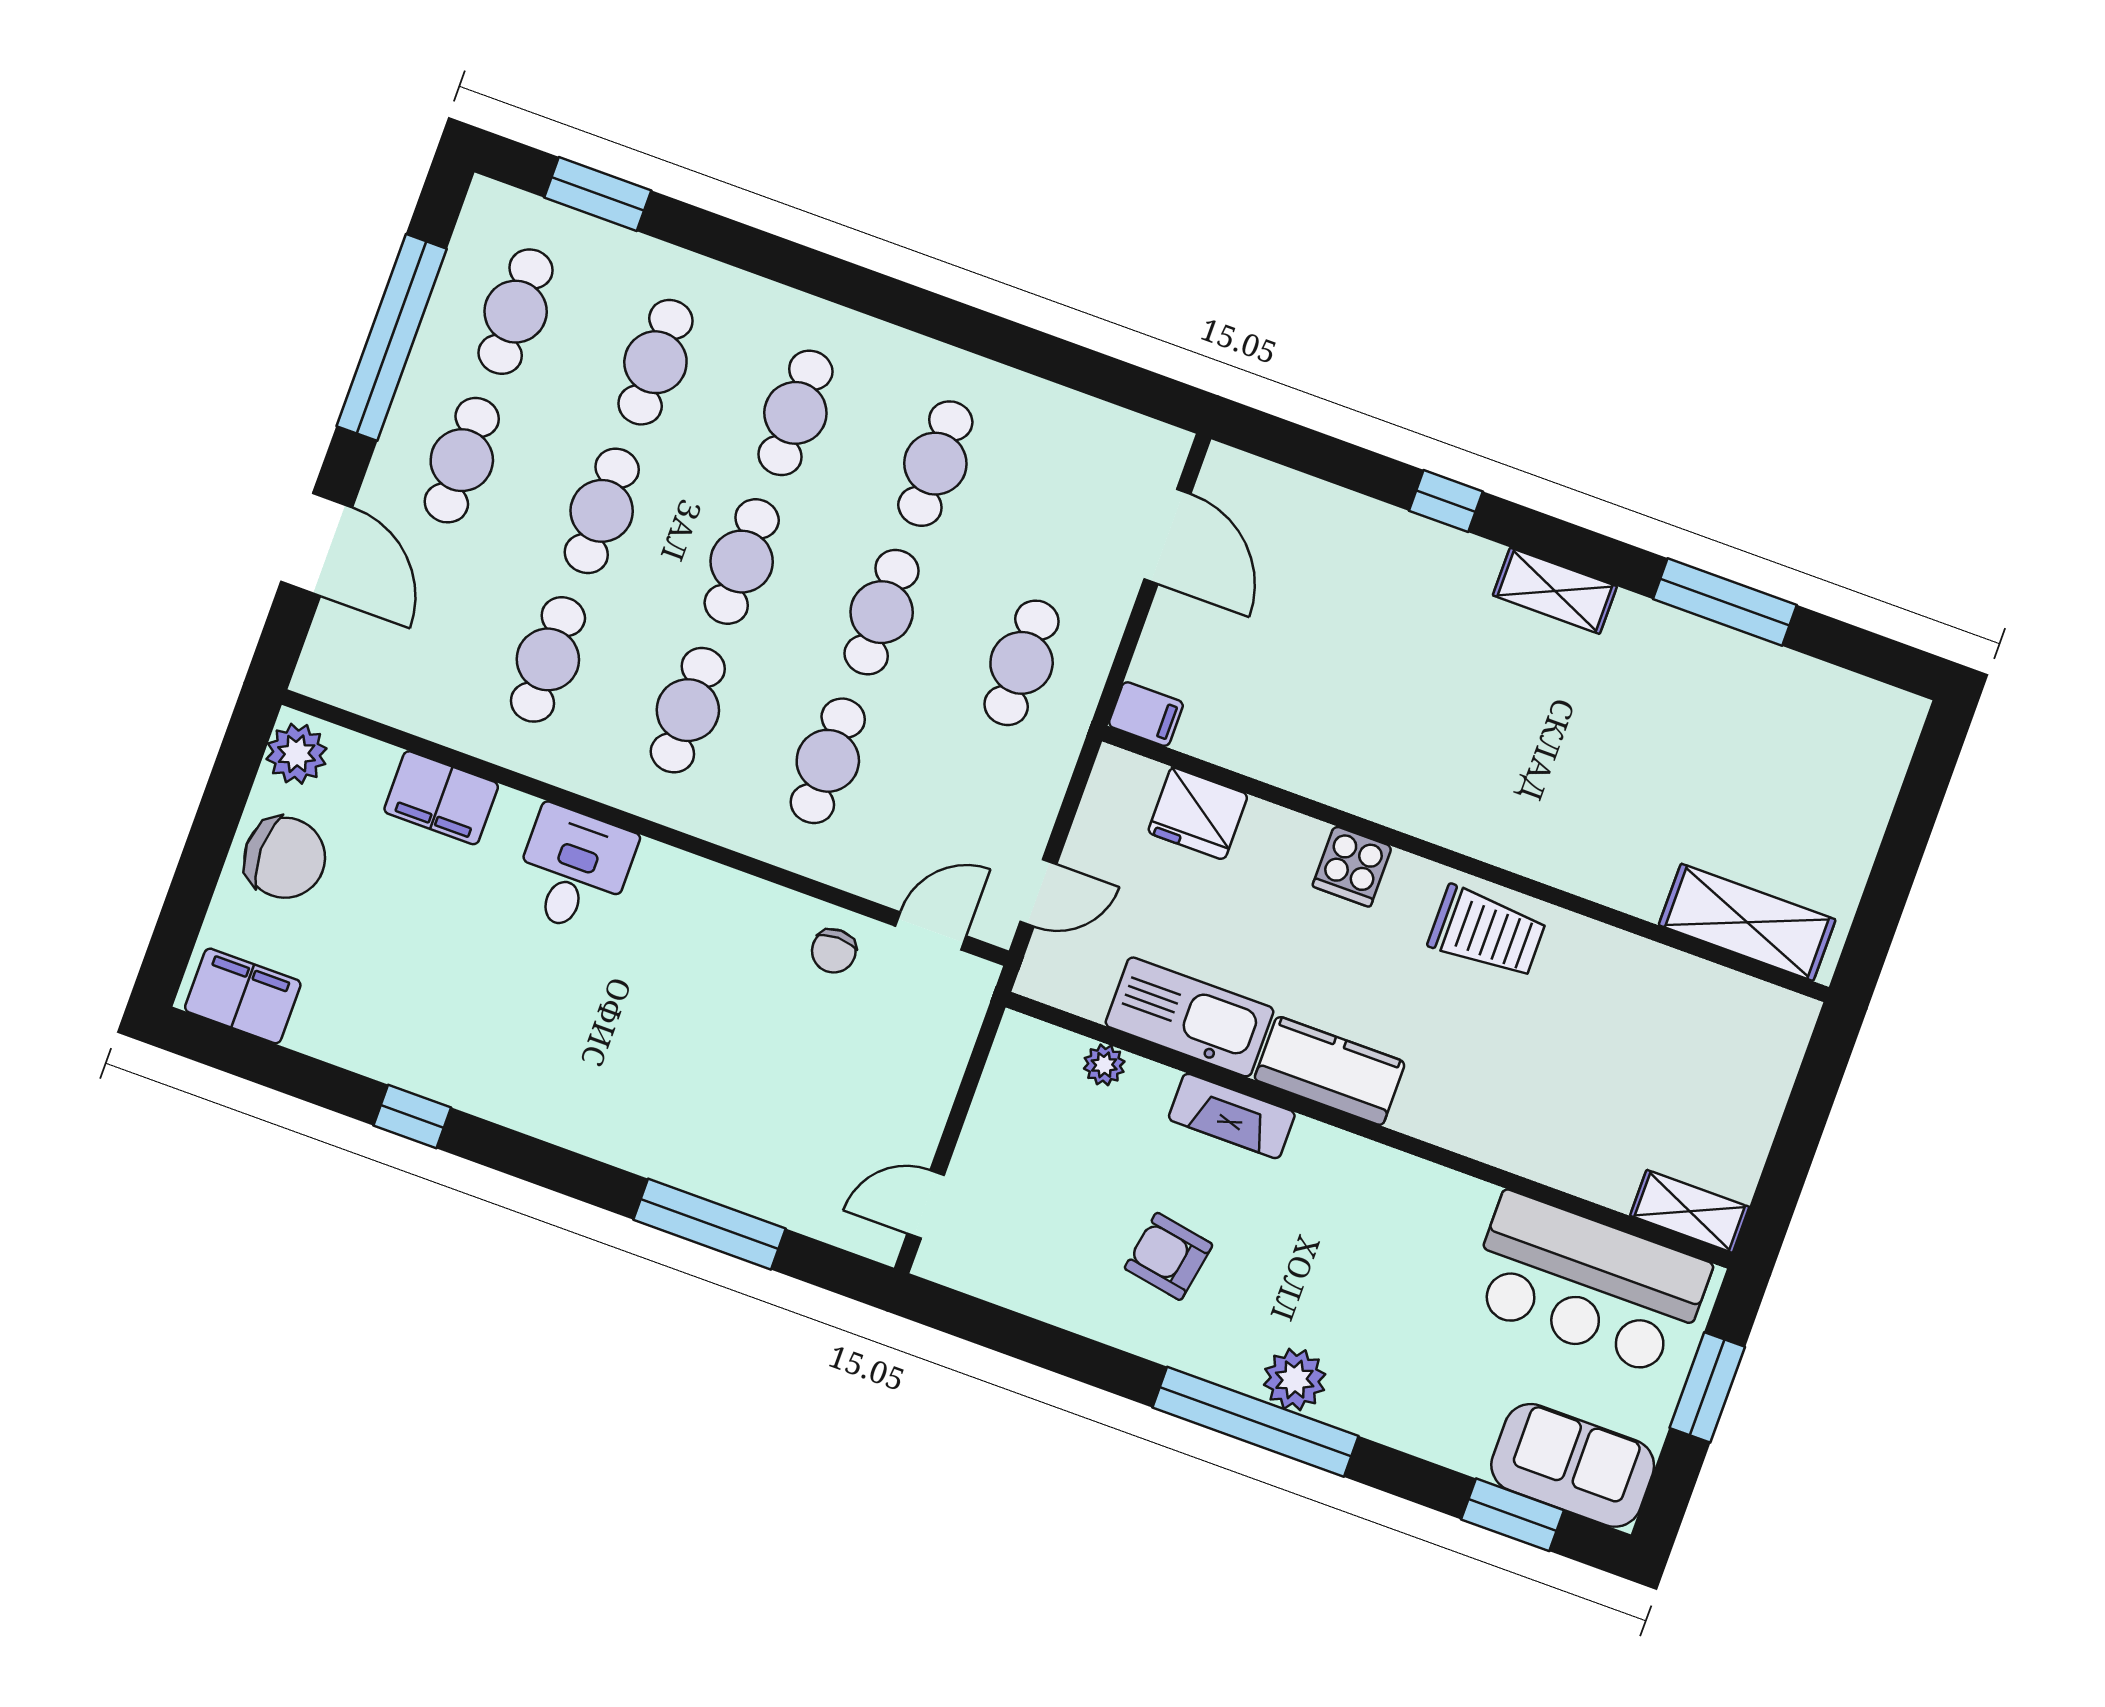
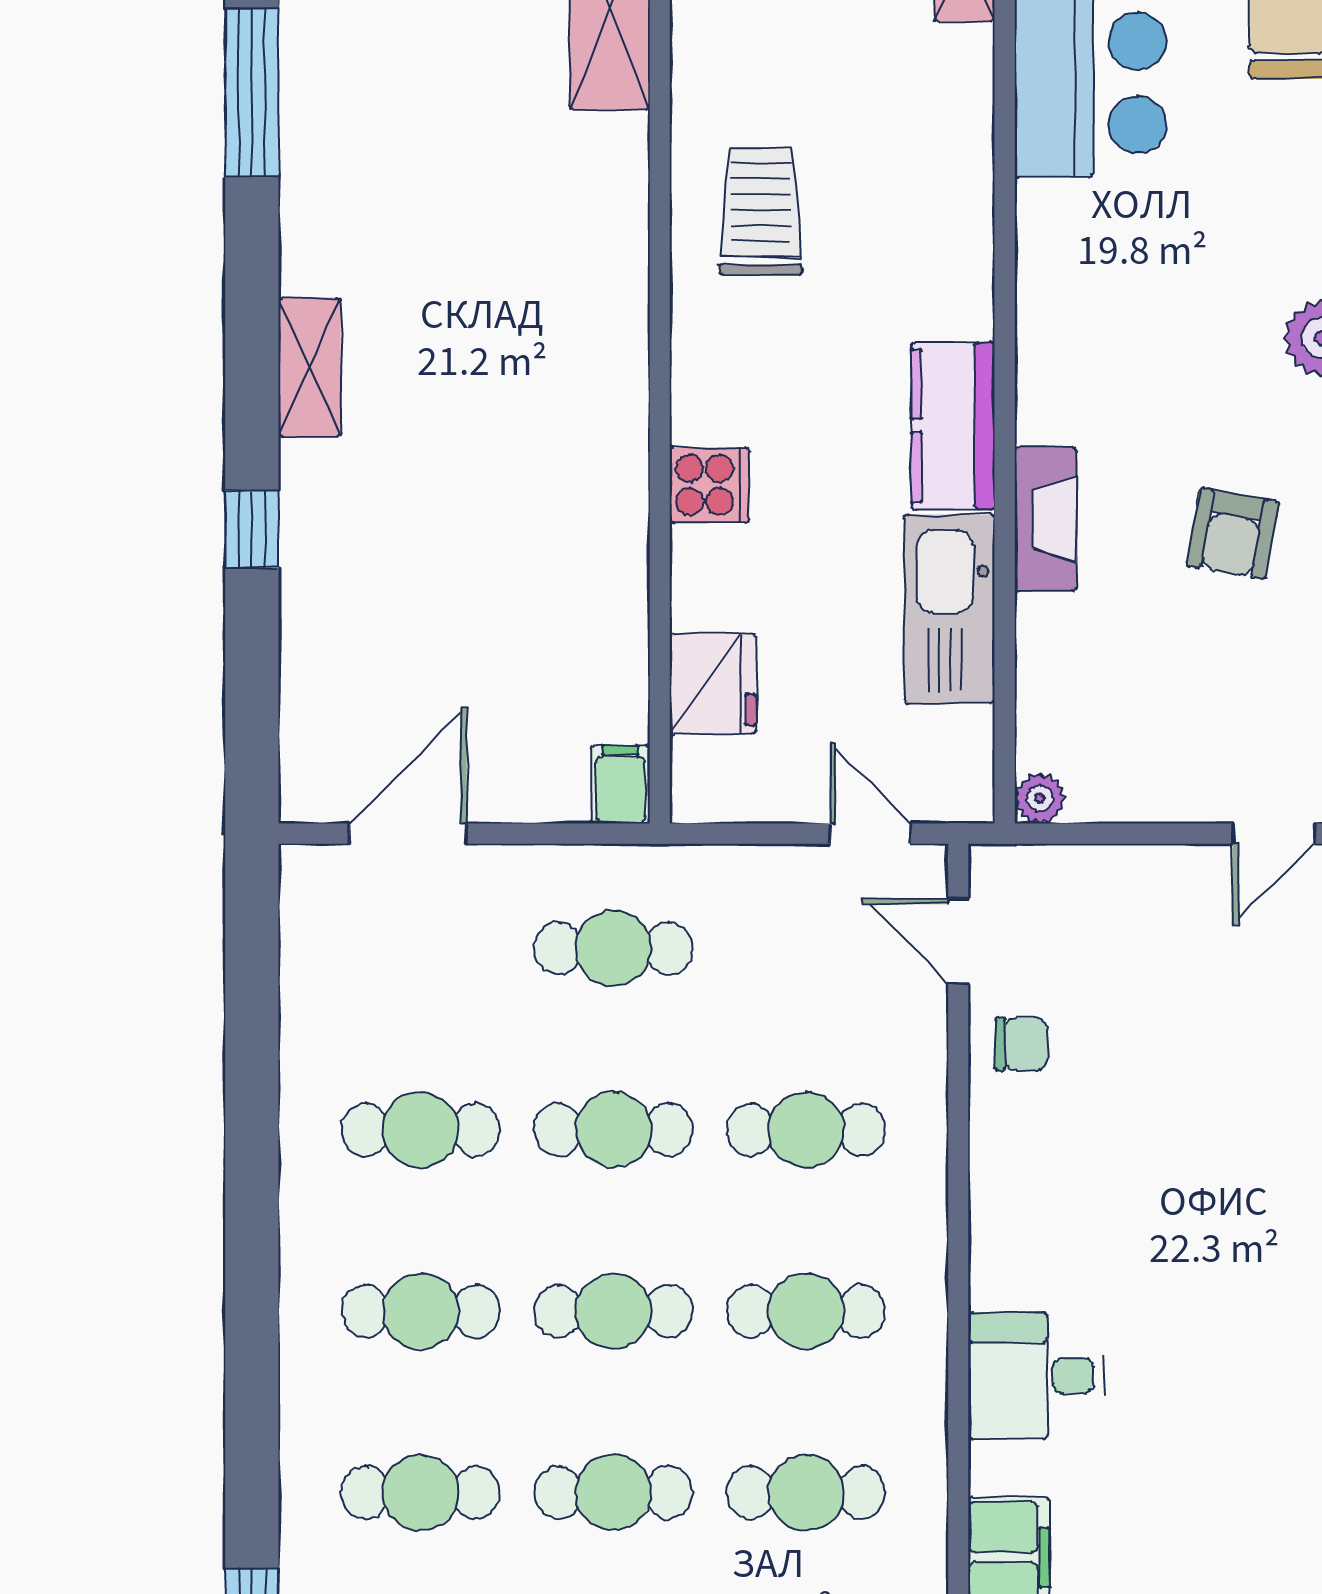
window: (1725, 602) -> (252, 92), moved
trolley: (1487, 932) -> (761, 211), moved
plant: (1104, 1065) -> (1040, 798), moved
door: (926, 1204) -> (1274, 834), hinge flipped

